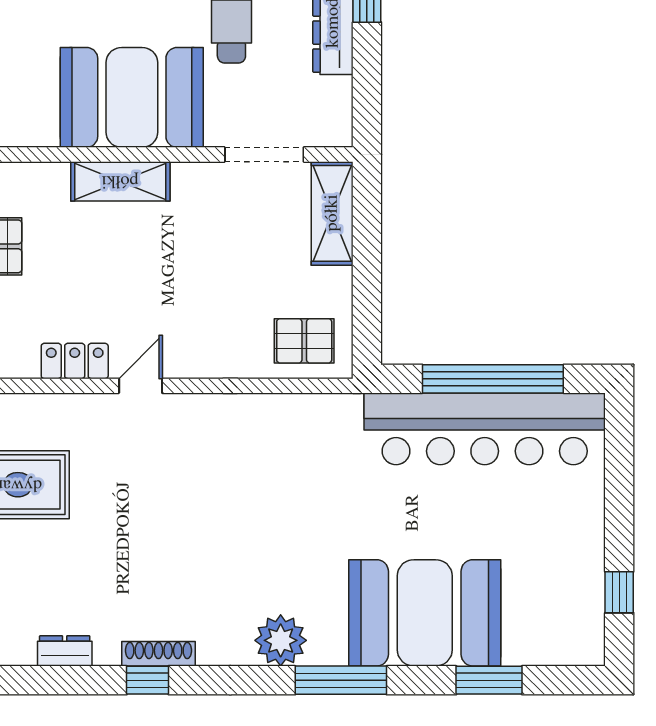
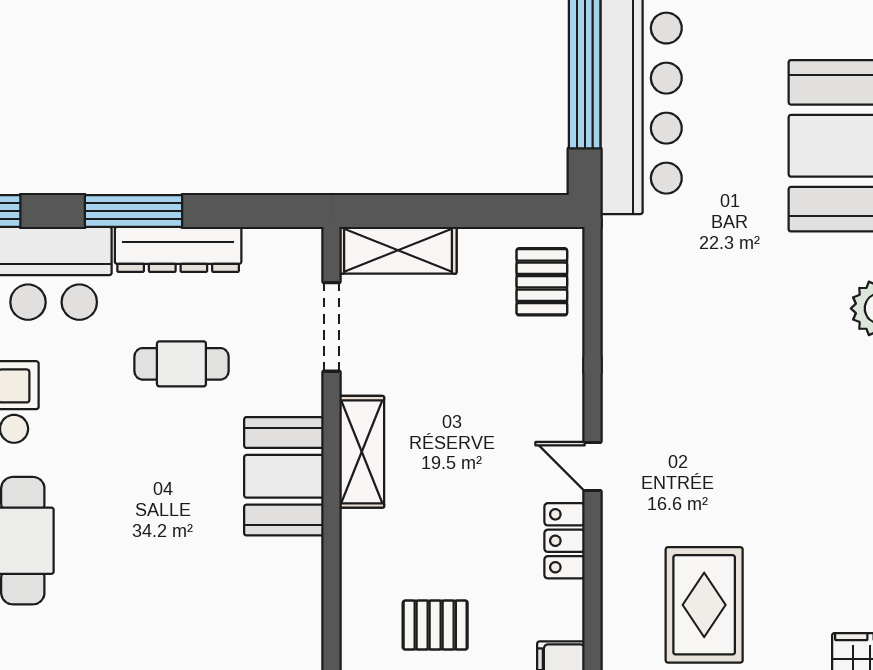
booth: (132, 97) -> (284, 476), width x0.73, depth x0.70
shelving: (120, 181) -> (362, 452), moved

